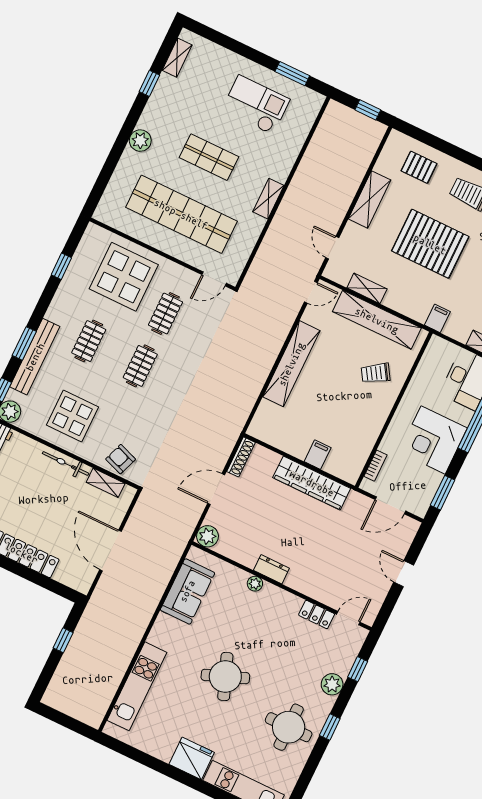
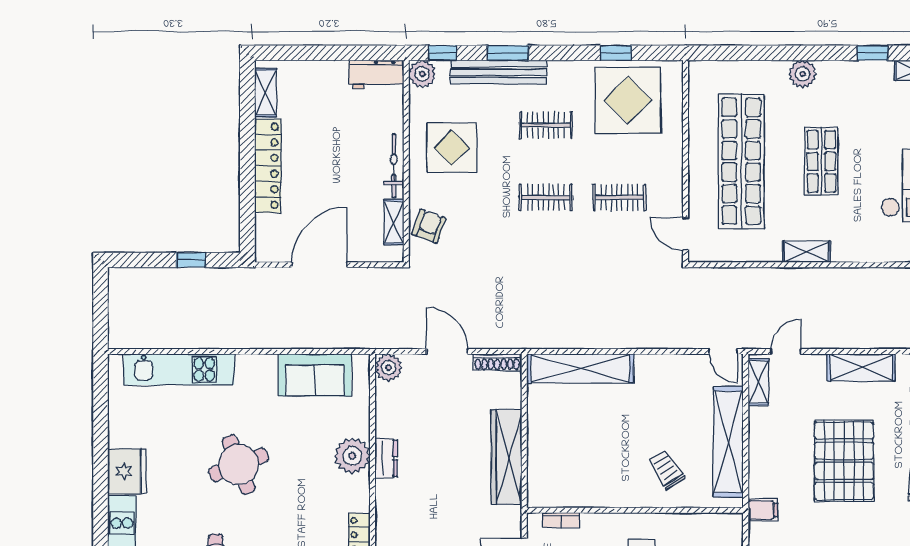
display table: (124, 277) -> (628, 100), moved
shelving: (367, 288) -> (758, 382), moved
shelving: (291, 364) -> (580, 368), moved
filing cabinet: (318, 455) -> (542, 448), removed
plant: (255, 584) -> (352, 456), width x1.87, depth x1.87

